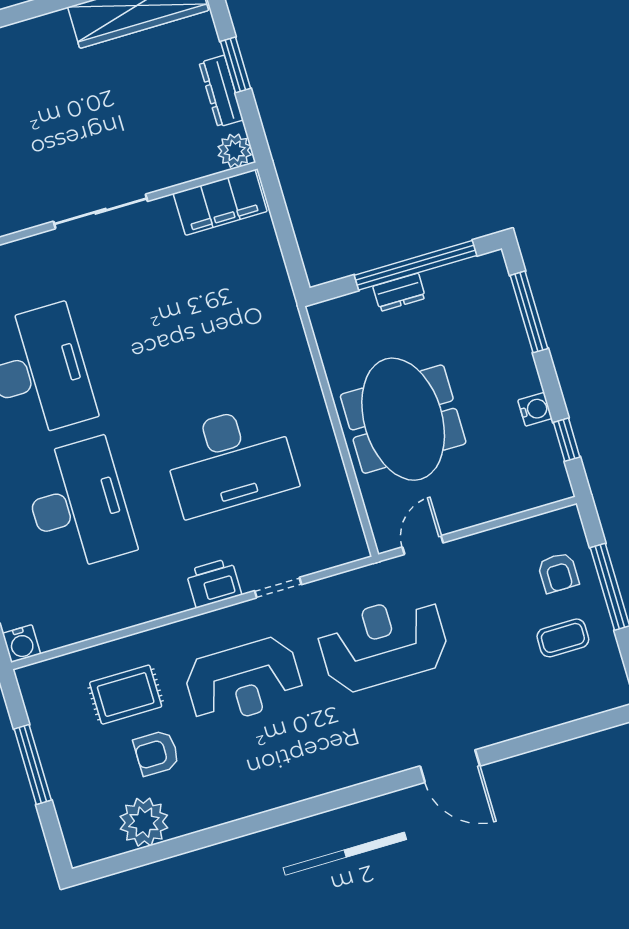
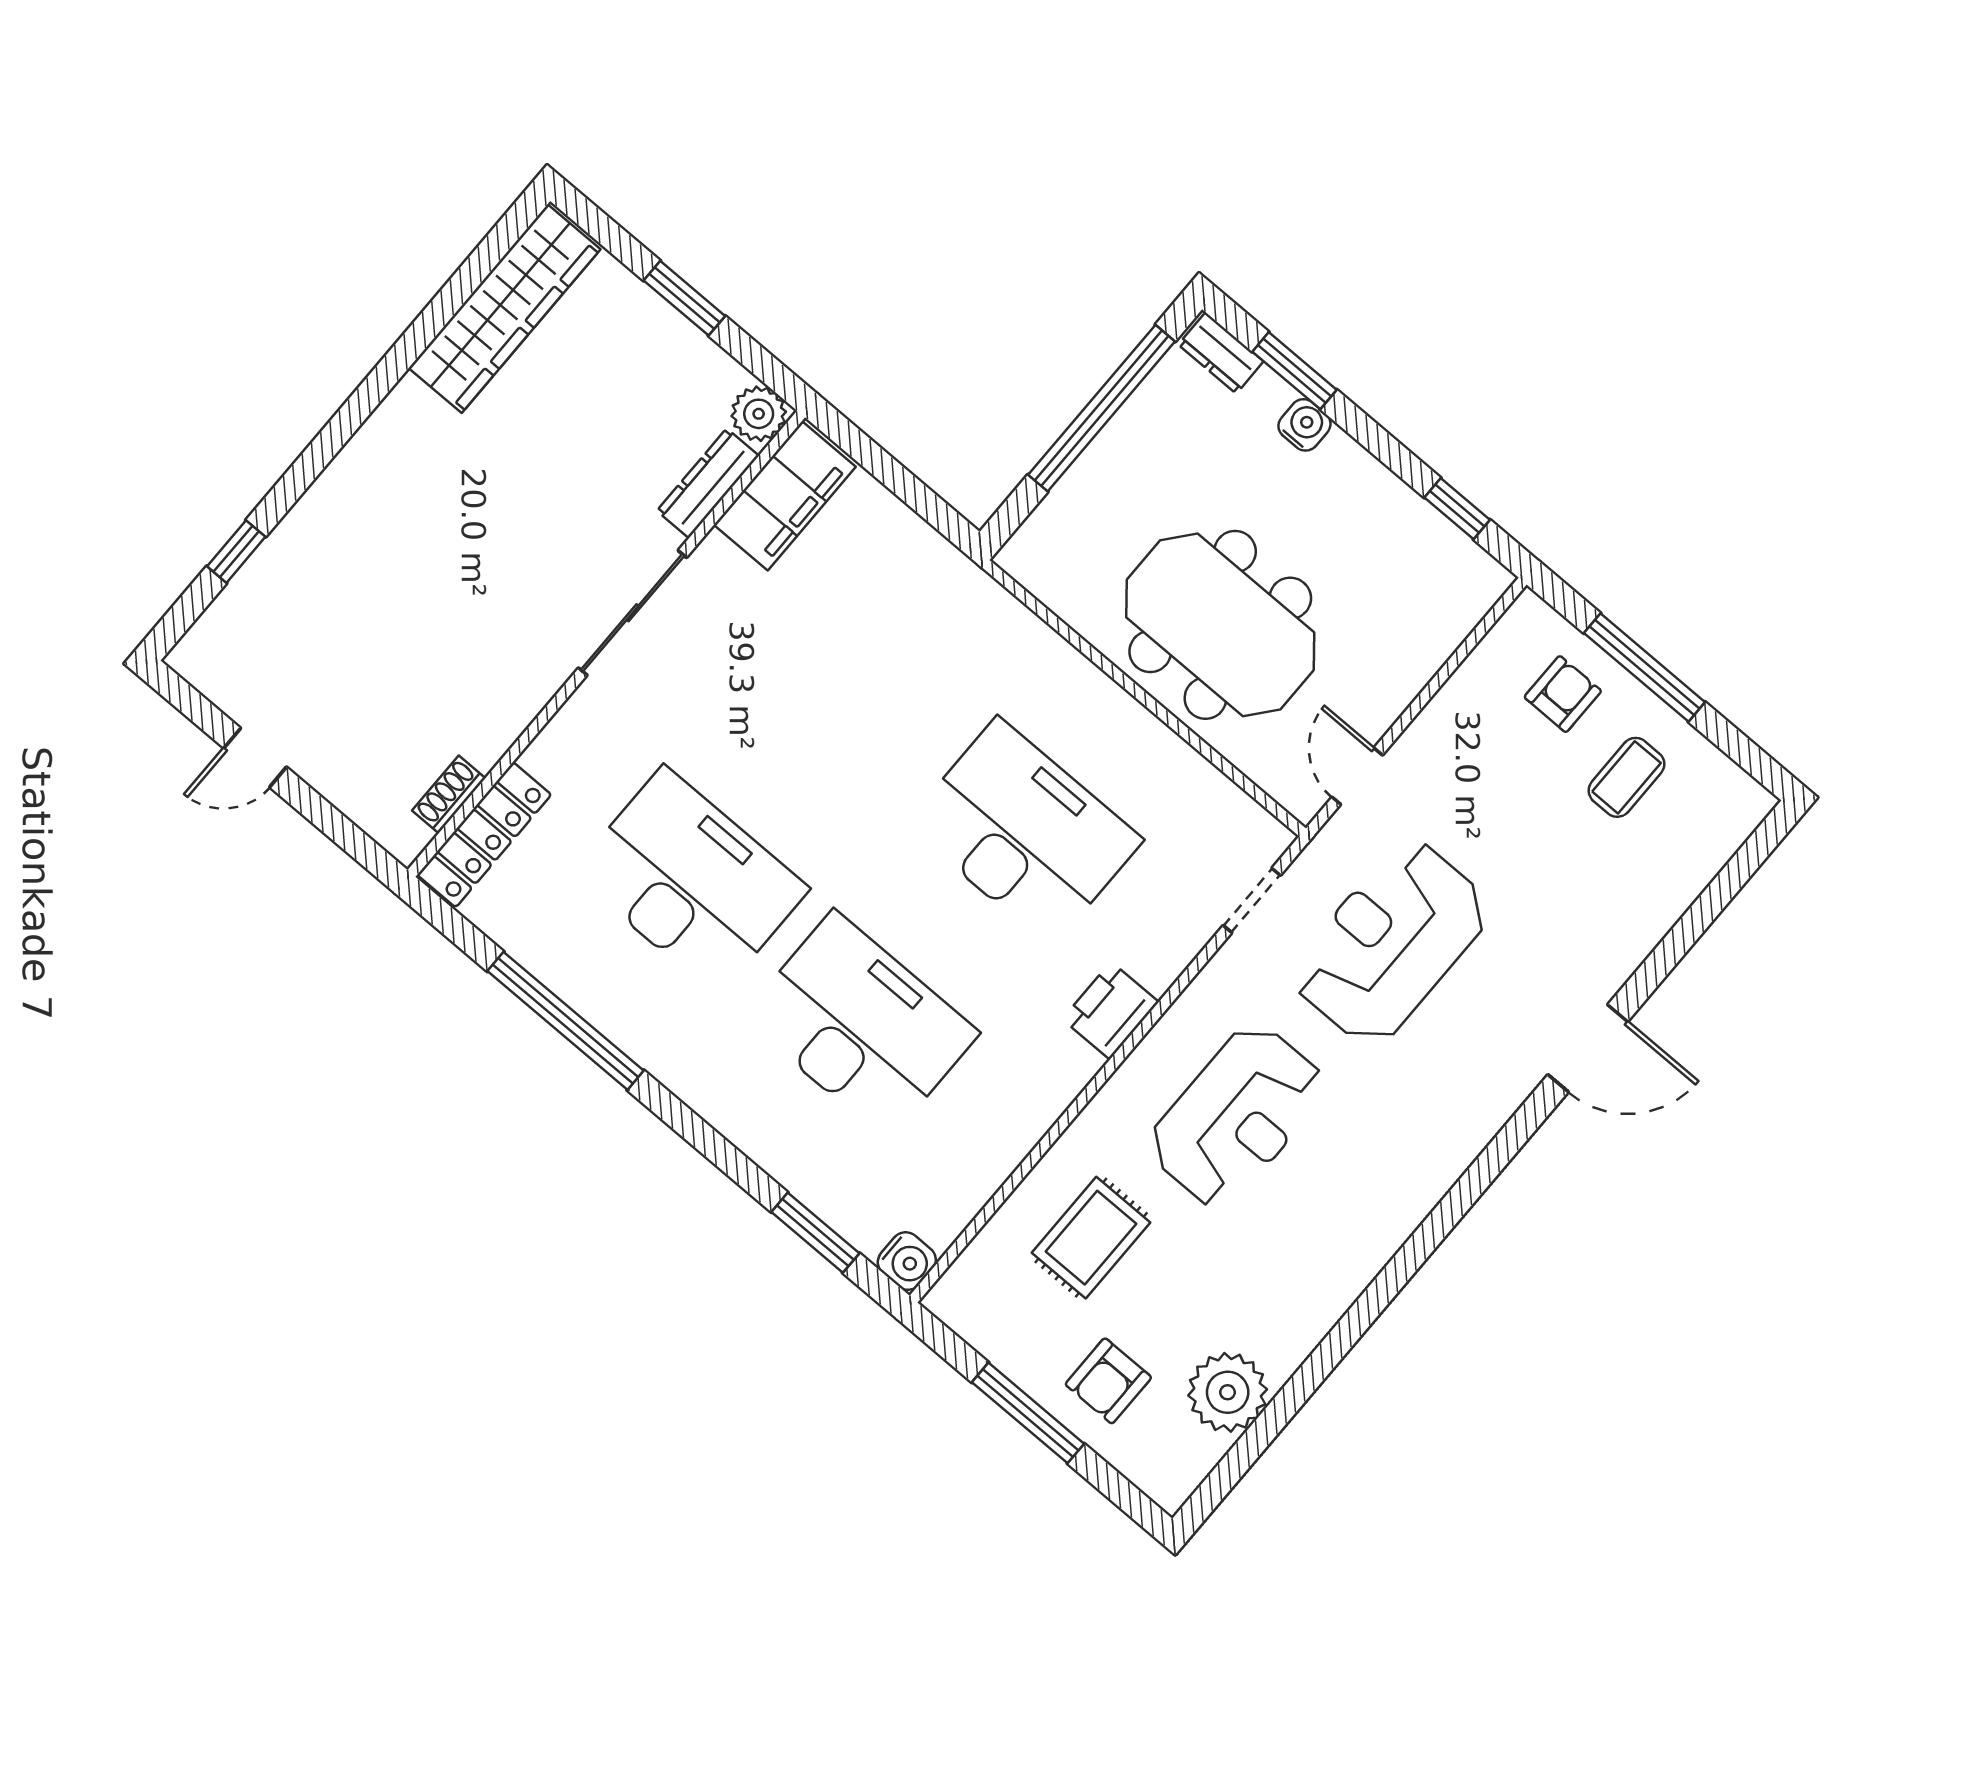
dresser: (221, 91) -> (708, 483), moved, turned 90
dresser: (399, 292) -> (1221, 353), moved, turned 90
window: (529, 312) -> (1294, 371), width x0.69
water cooler: (535, 409) -> (1304, 425), moved
desk: (230, 460) -> (1024, 832), turned -90
armchair: (558, 573) -> (1563, 694), turned -90
doorway: (278, 588) -> (1252, 900), moved
armchair: (156, 753) -> (1108, 1381), moved

